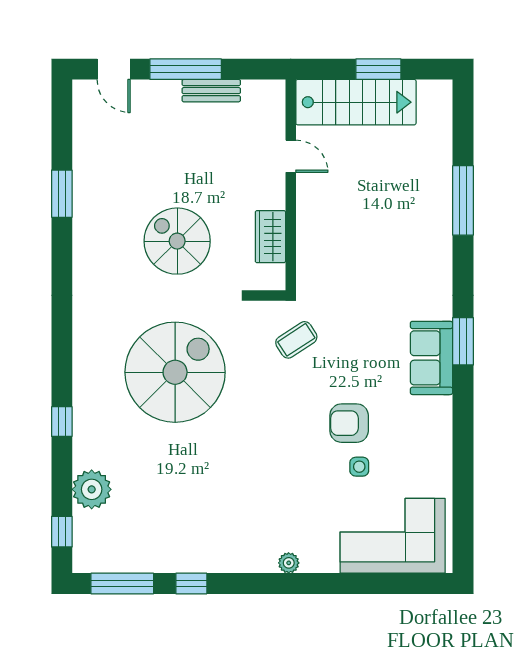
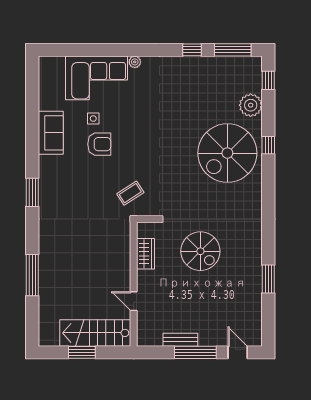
sofa: (432, 358) -> (51, 133), moved
spiral stairs: (175, 372) -> (227, 153), moved
corner sofa: (393, 536) -> (97, 78), moved

